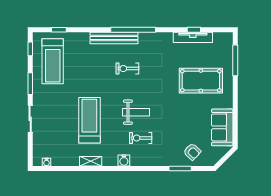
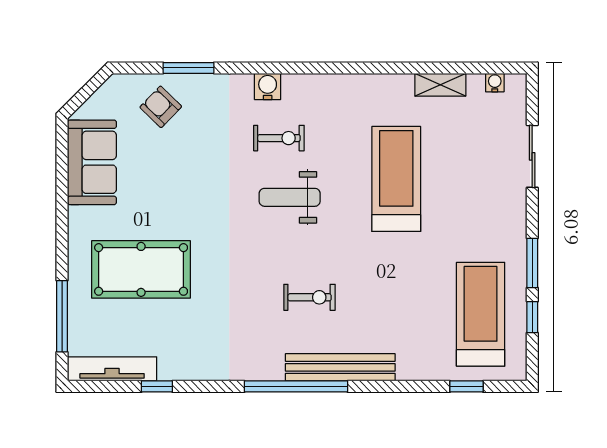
tv unit: (193, 37) -> (112, 369), moved
window: (30, 49) -> (532, 317), moved
sliding door: (30, 119) -> (532, 156), moved
treadmill: (89, 120) -> (396, 179), turned 180
shelving: (91, 161) -> (440, 85), moved
water cooler: (124, 161) -> (268, 86), moved

